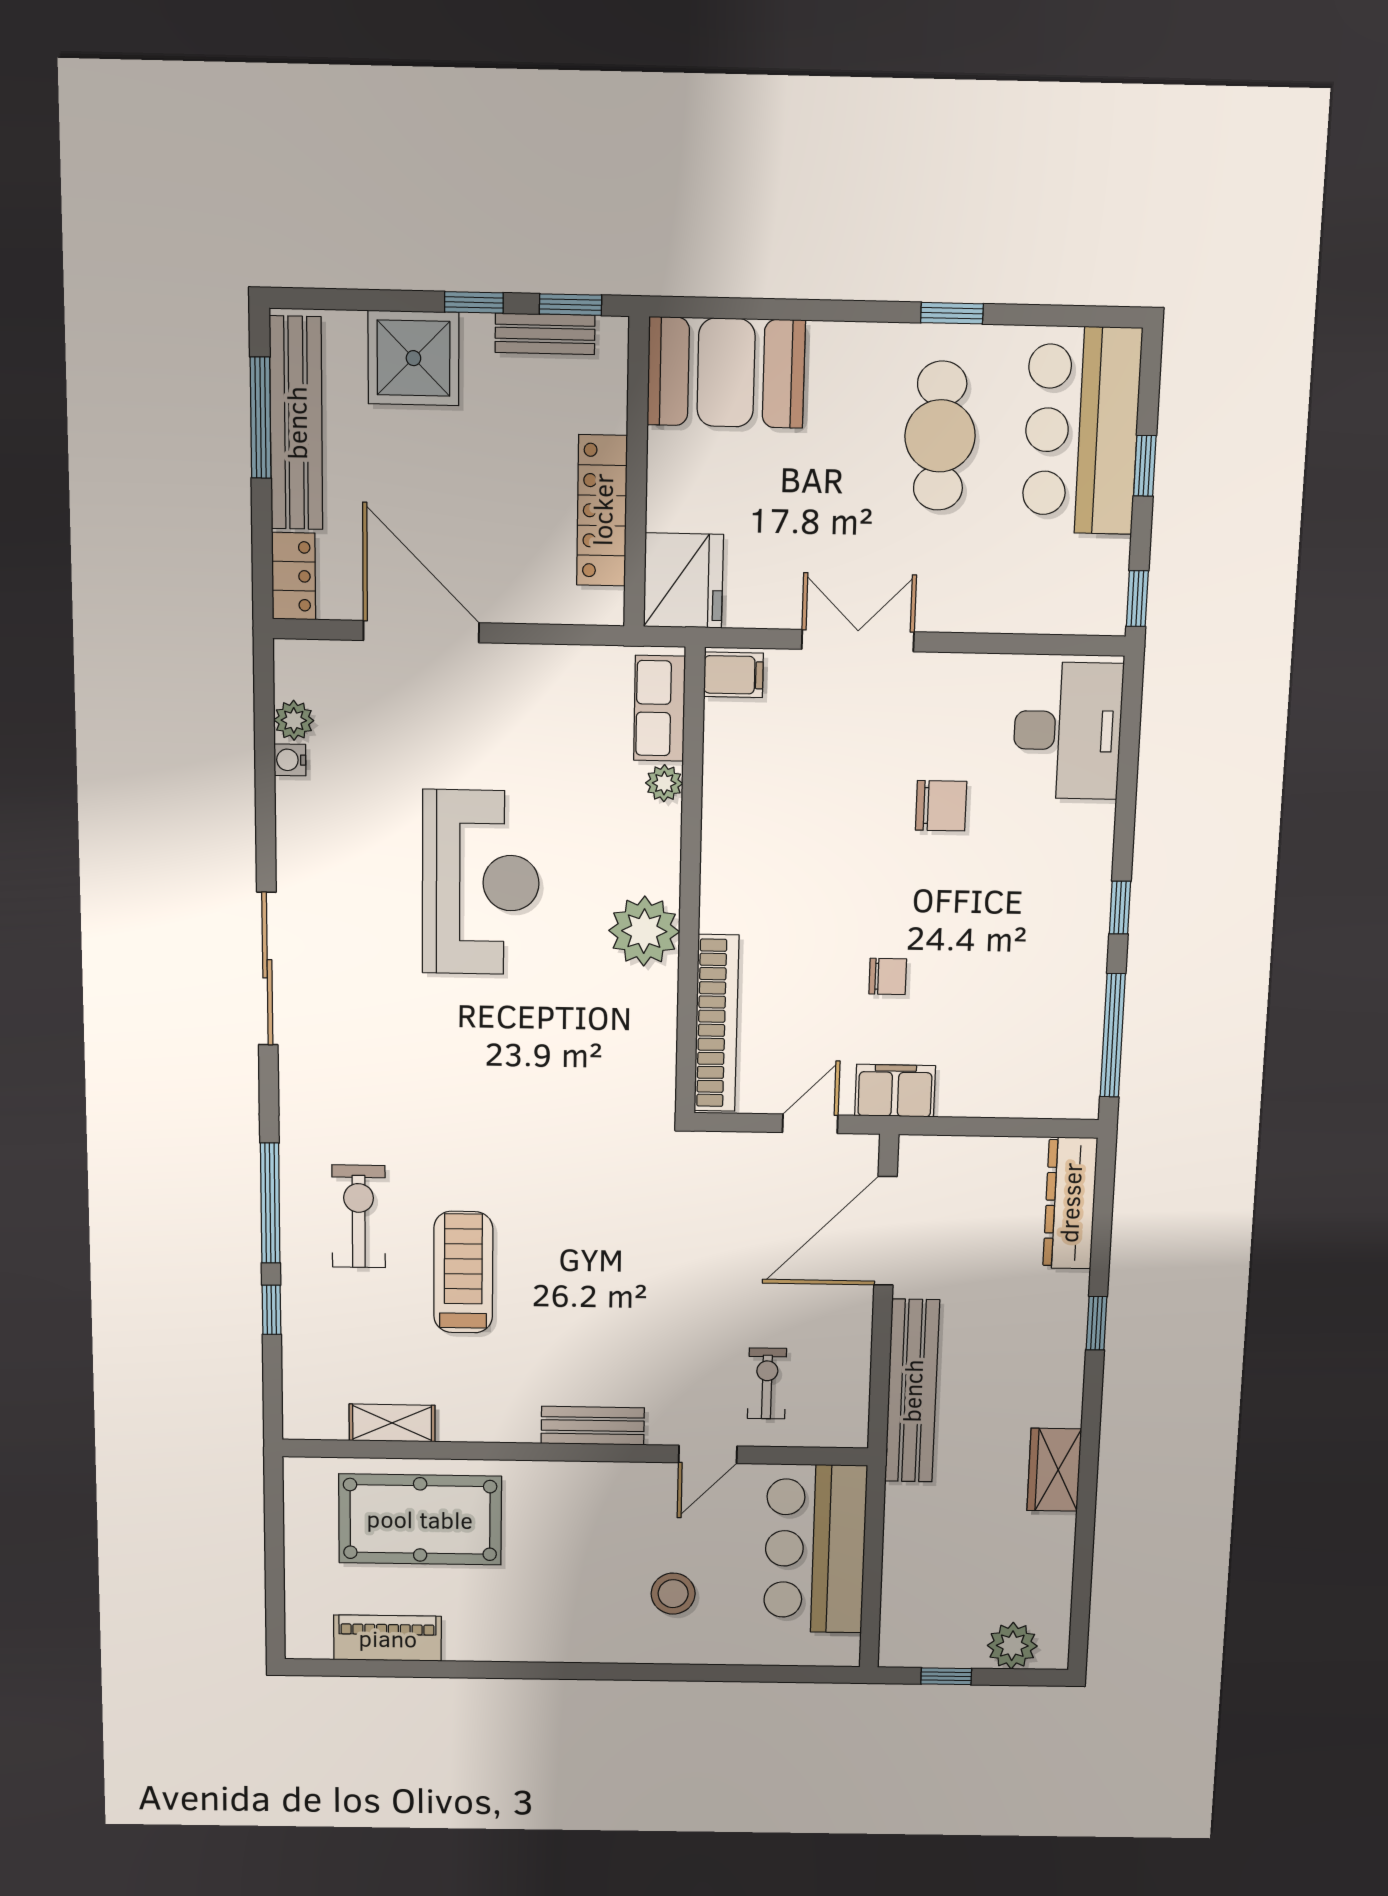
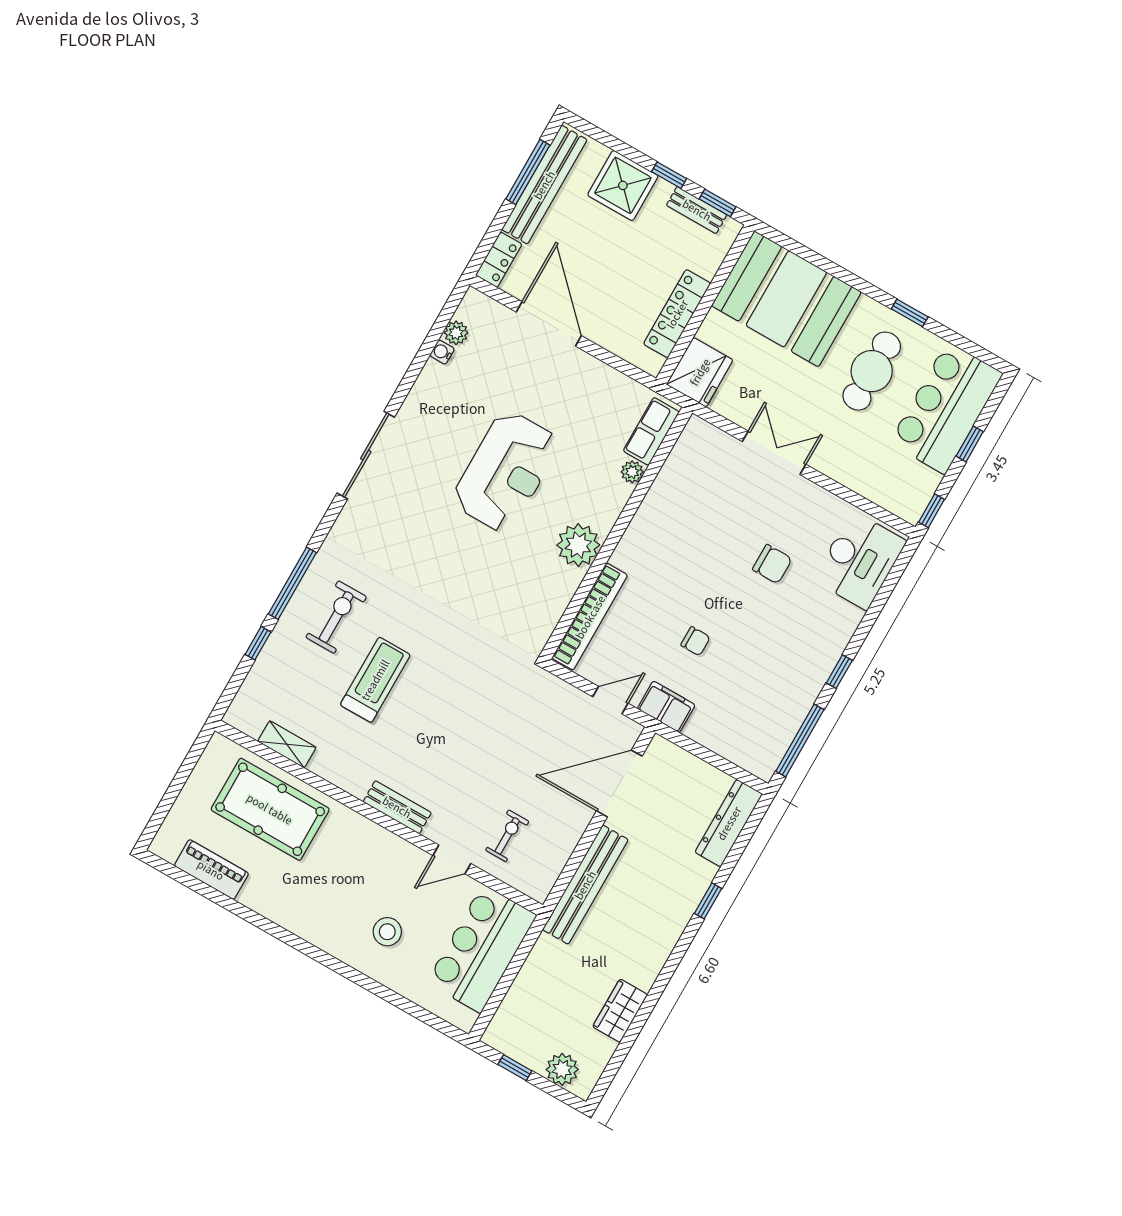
booth: (726, 373) -> (786, 299), width x1.36, depth x1.42
filing cabinet: (733, 675) -> (699, 435), removed
wardrobe: (1054, 1470) -> (620, 1011), moved

